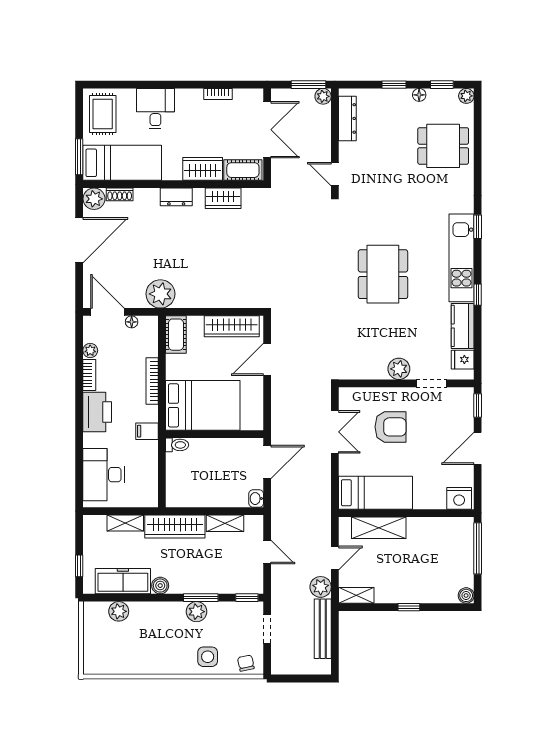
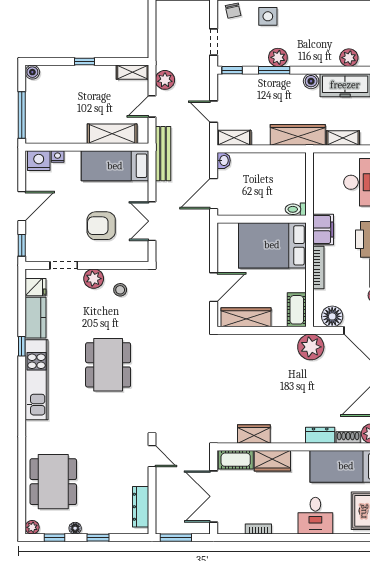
plant: (323, 96) -> (163, 527), removed
dining table: (443, 146) -> (53, 482), width x1.38
dresser: (176, 197) -> (320, 435), moved
window: (478, 227) -> (22, 408), removed
floor lamp: (132, 322) -> (332, 316), width x1.89, depth x1.89
stool: (370, 357) -> (120, 290), added
filing cabinet: (147, 431) -> (323, 229), width x2.00
nightstand: (438, 503) -> (58, 156), added
shelving: (225, 523) -> (234, 138), moved
bench: (323, 629) -> (163, 154), moved

